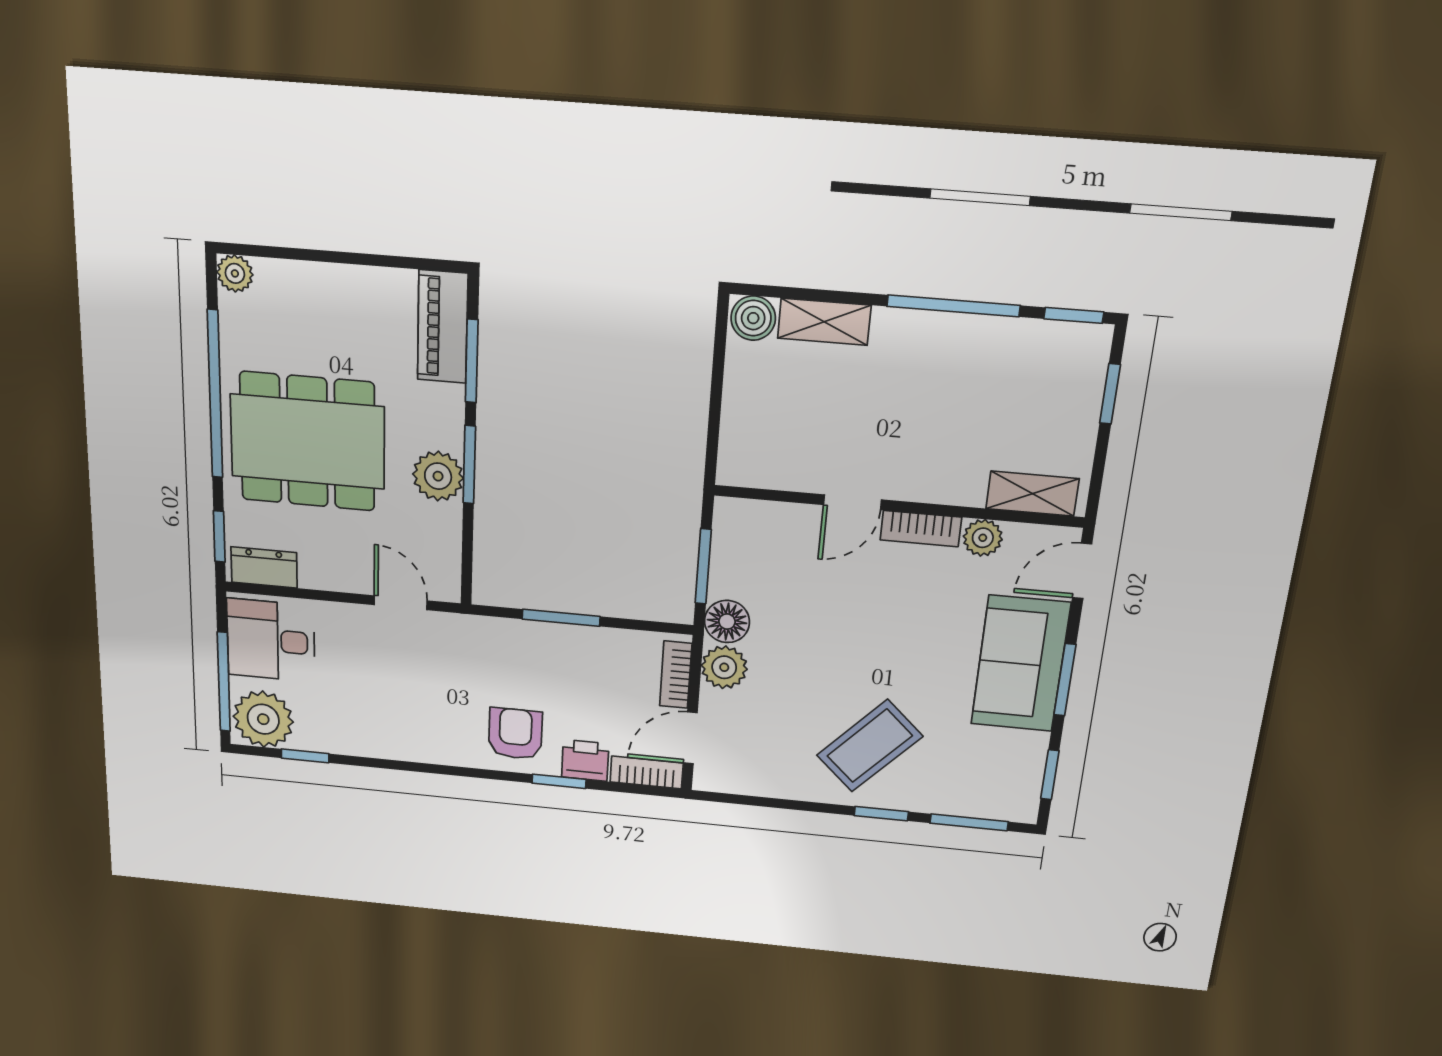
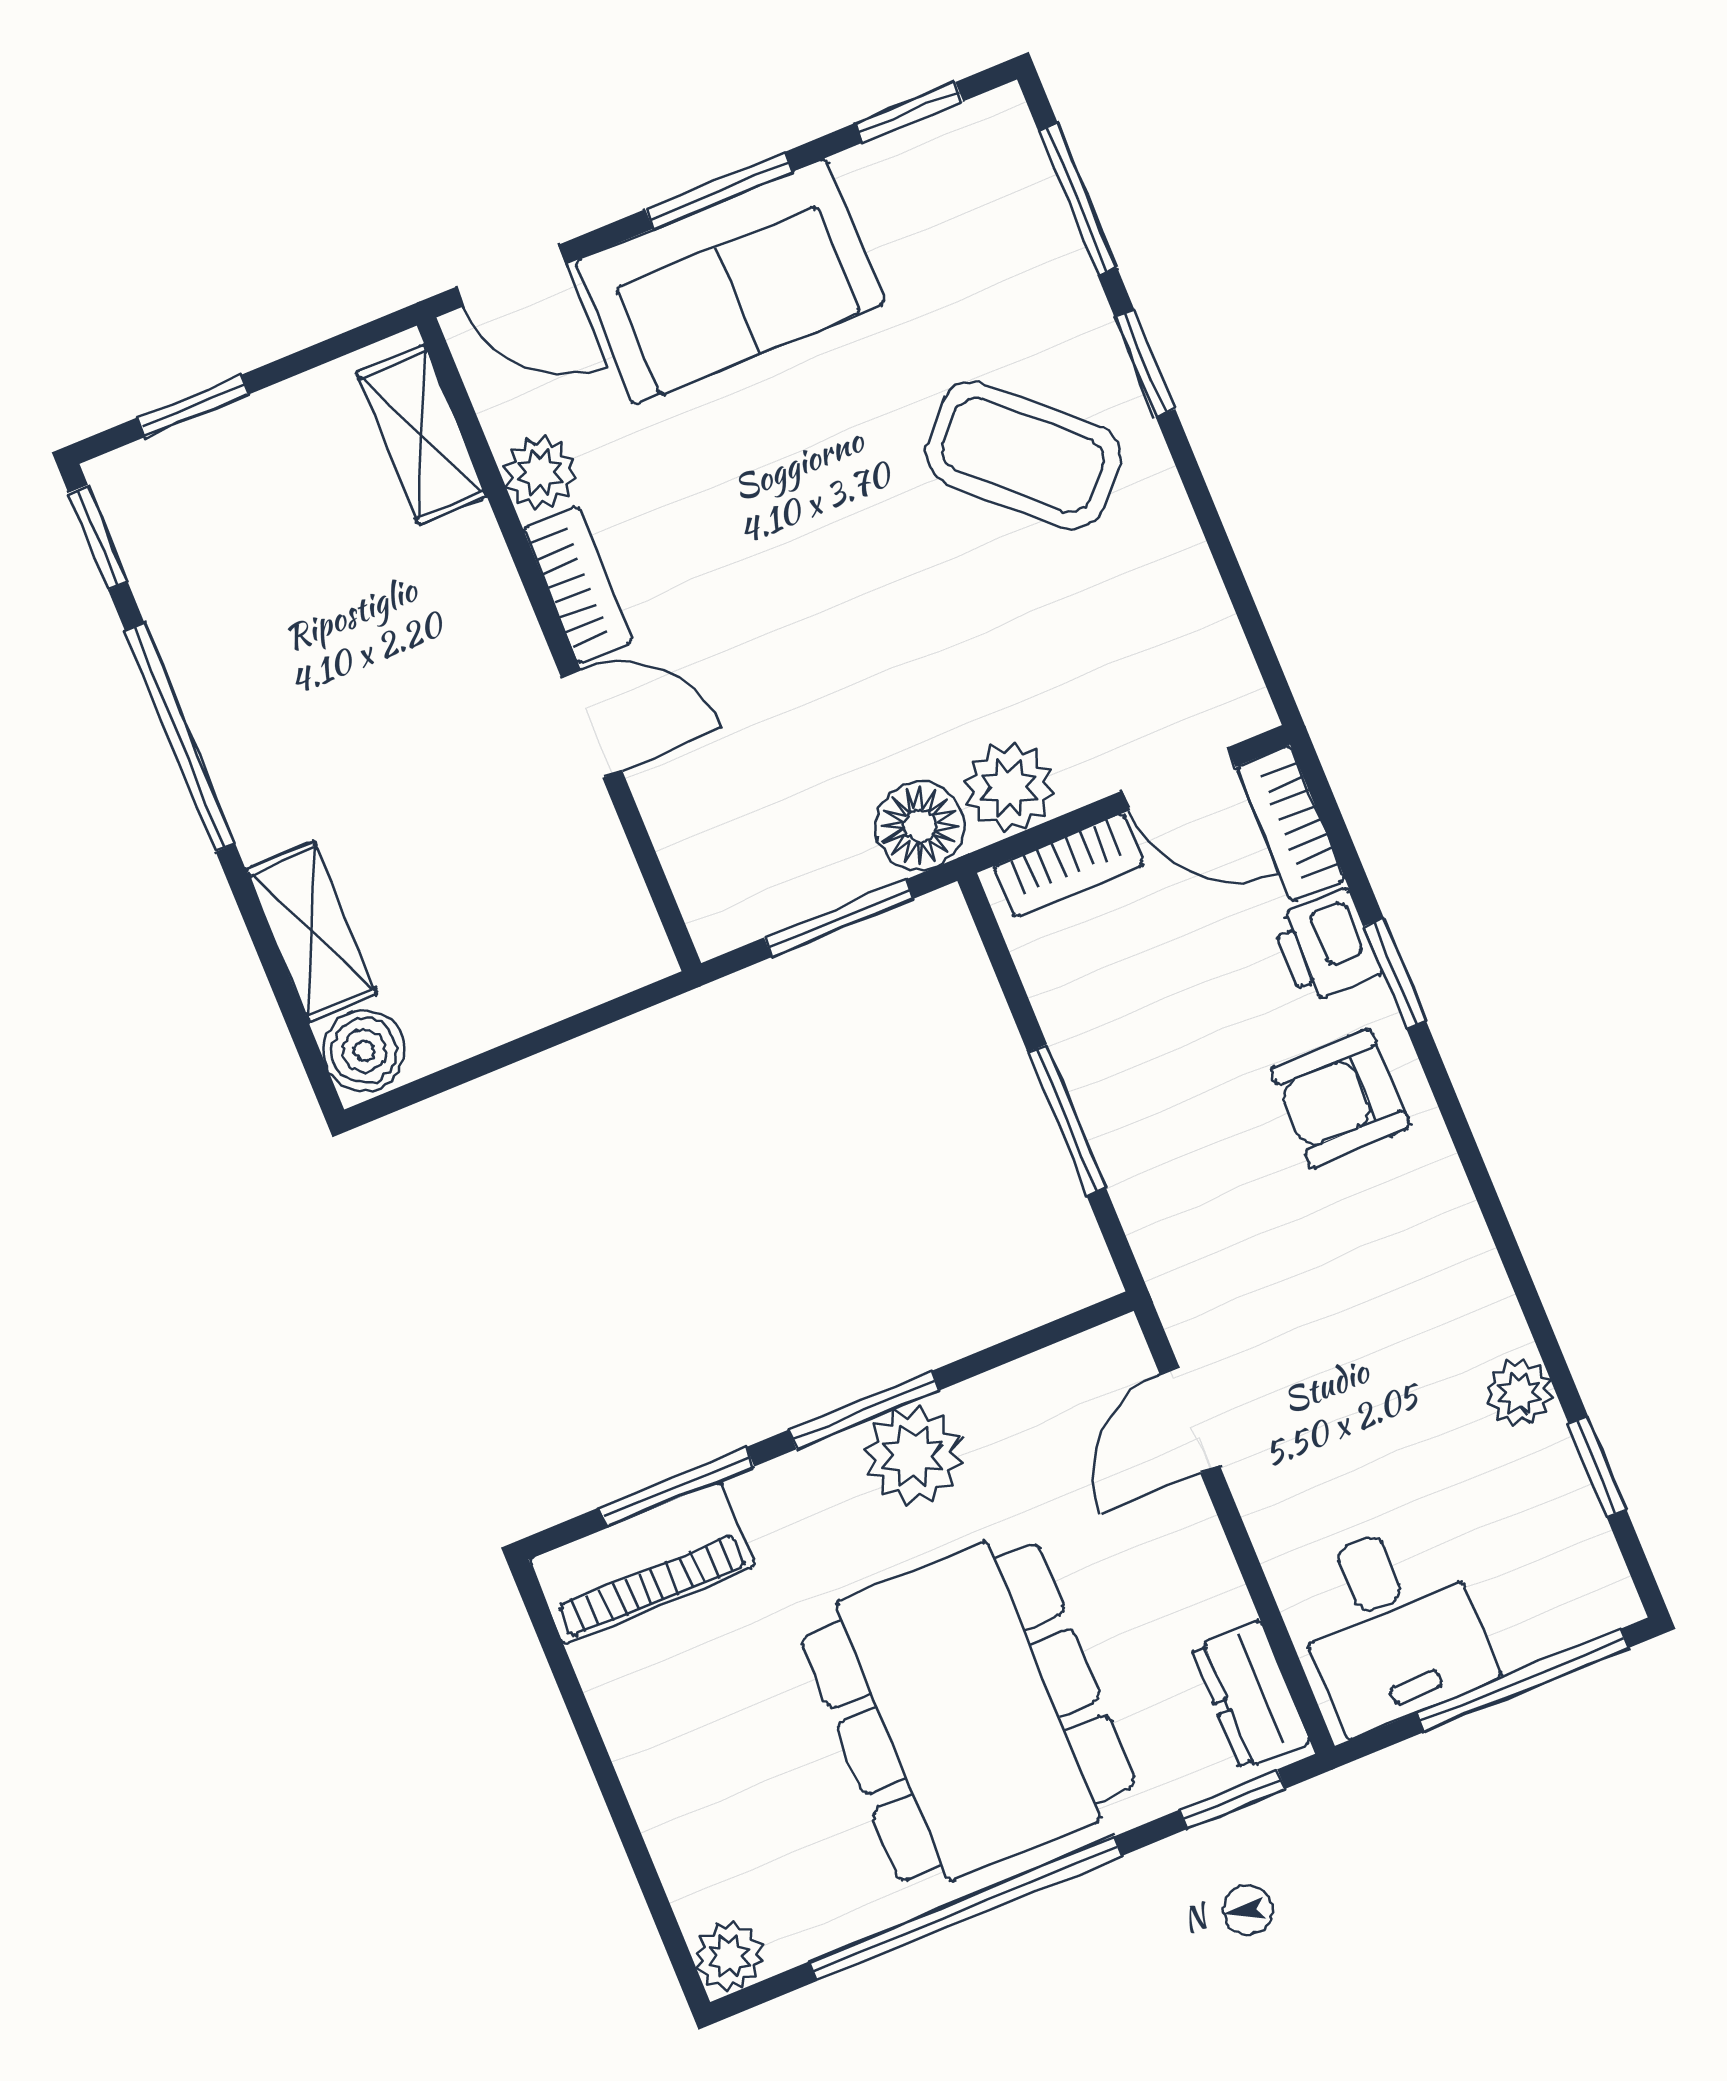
plant: (263, 719) -> (1519, 1392), moved, width x0.53, depth x0.53

